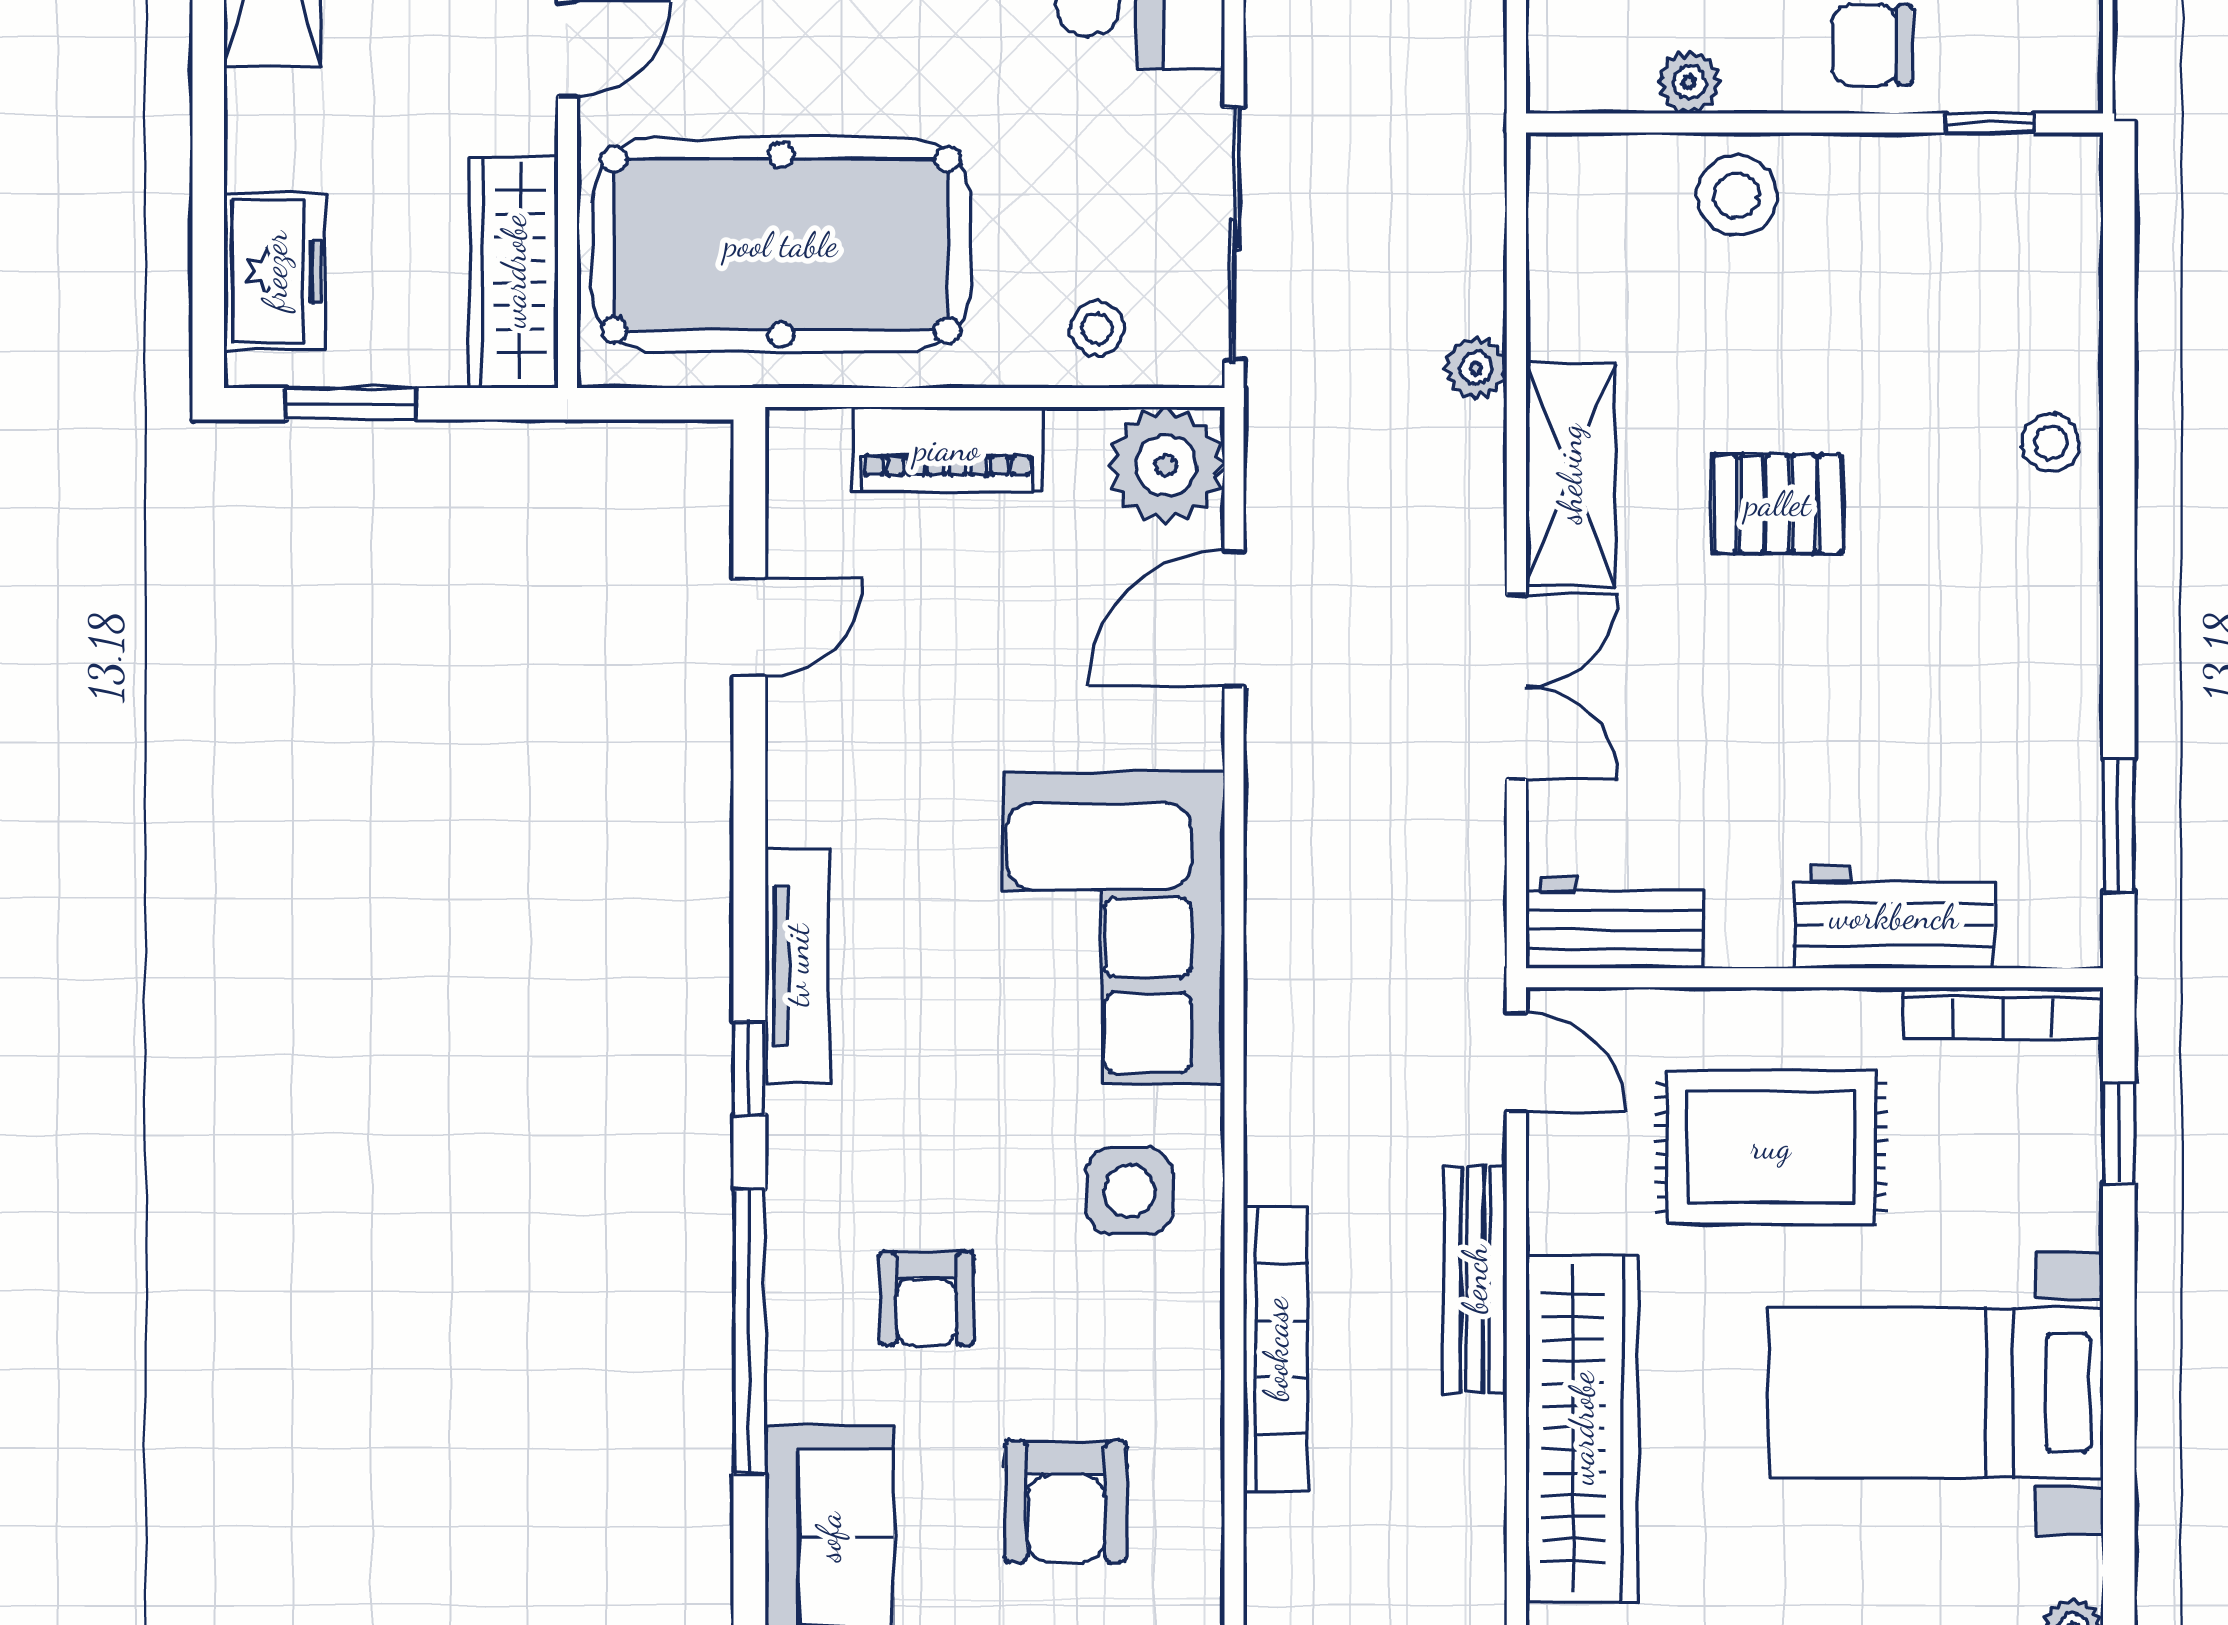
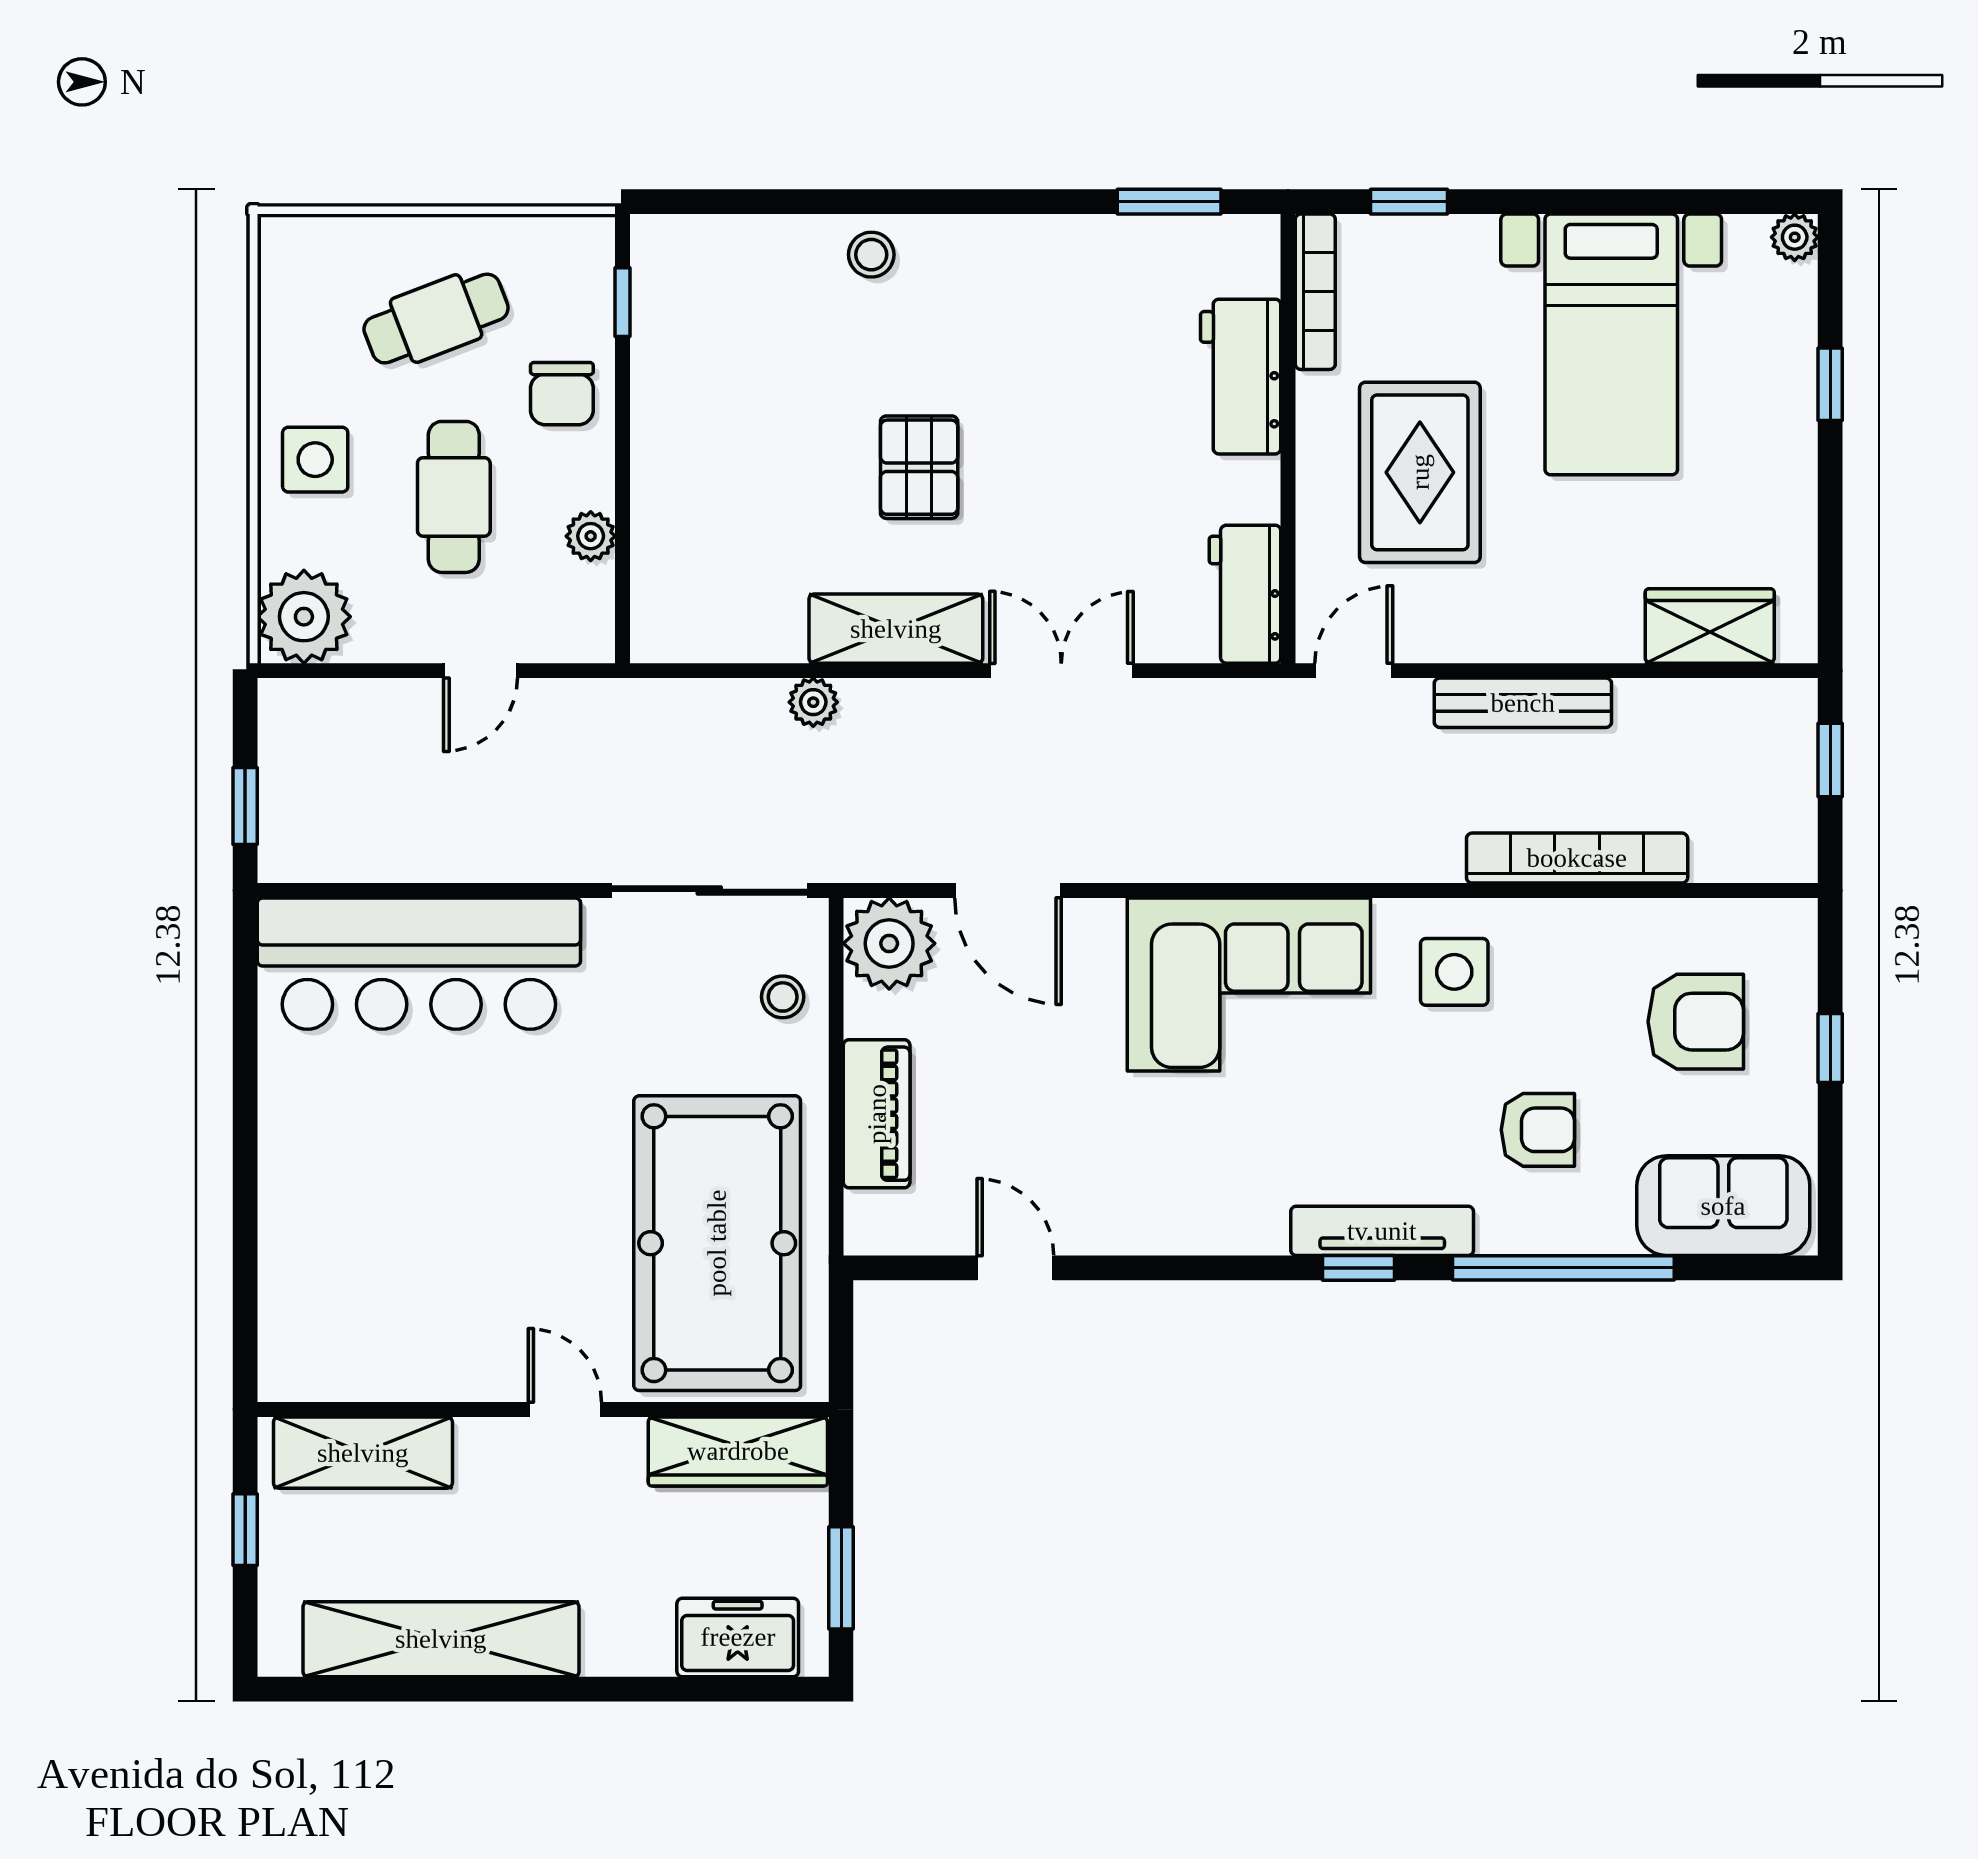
stool: (1737, 195) -> (679, 499), removed
tv unit: (797, 965) -> (1382, 1231), moved
wardrobe: (1582, 1428) -> (1710, 626), width x0.48, depth x0.85

